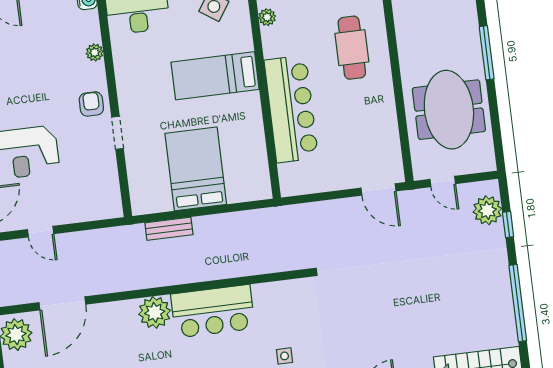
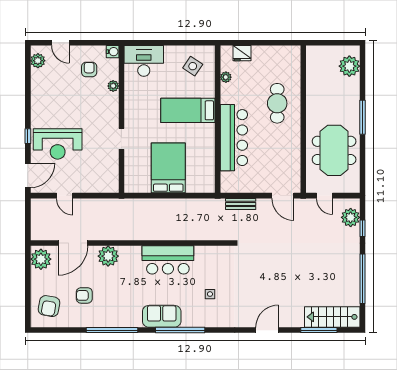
armchair: (91, 104) -> (89, 69), moved
bench: (169, 229) -> (241, 204), moved
plant: (155, 312) -> (108, 256), moved

